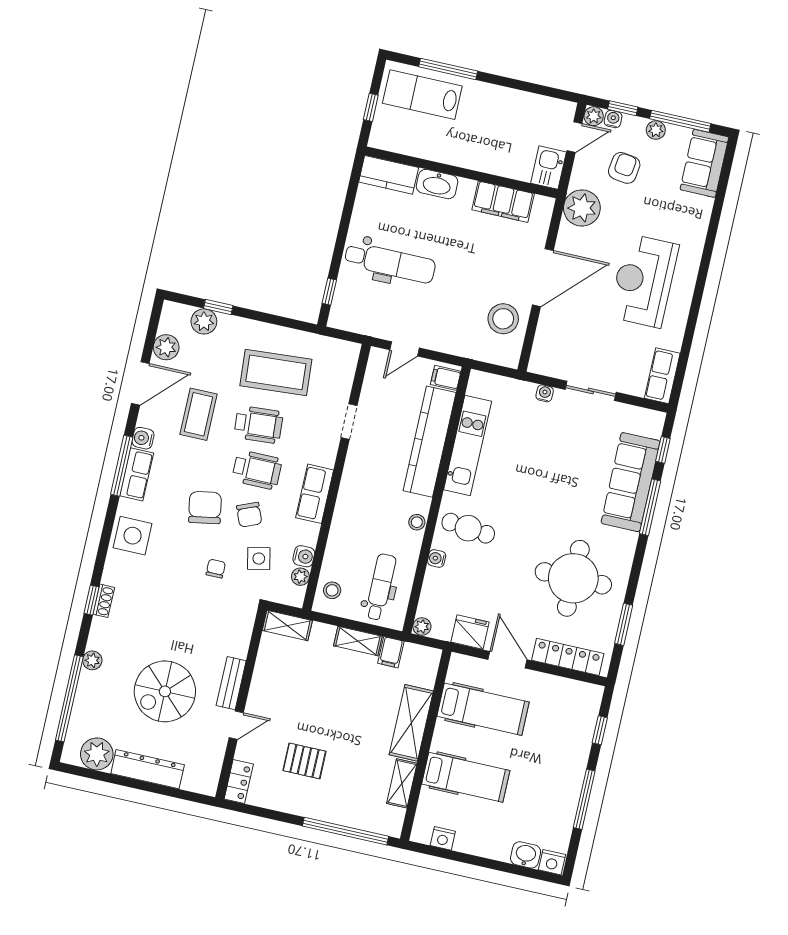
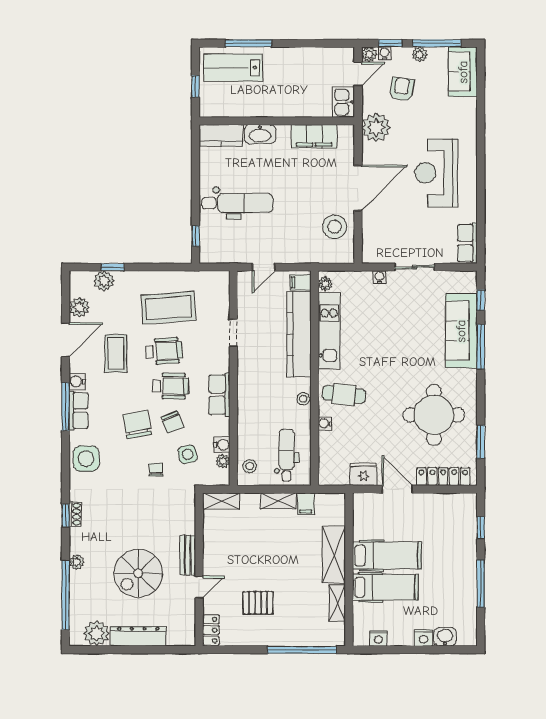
plant: (422, 627) -> (325, 284), moved
hospital bed: (483, 709) -> (387, 555), moved
nightstand: (552, 862) -> (423, 638), moved

